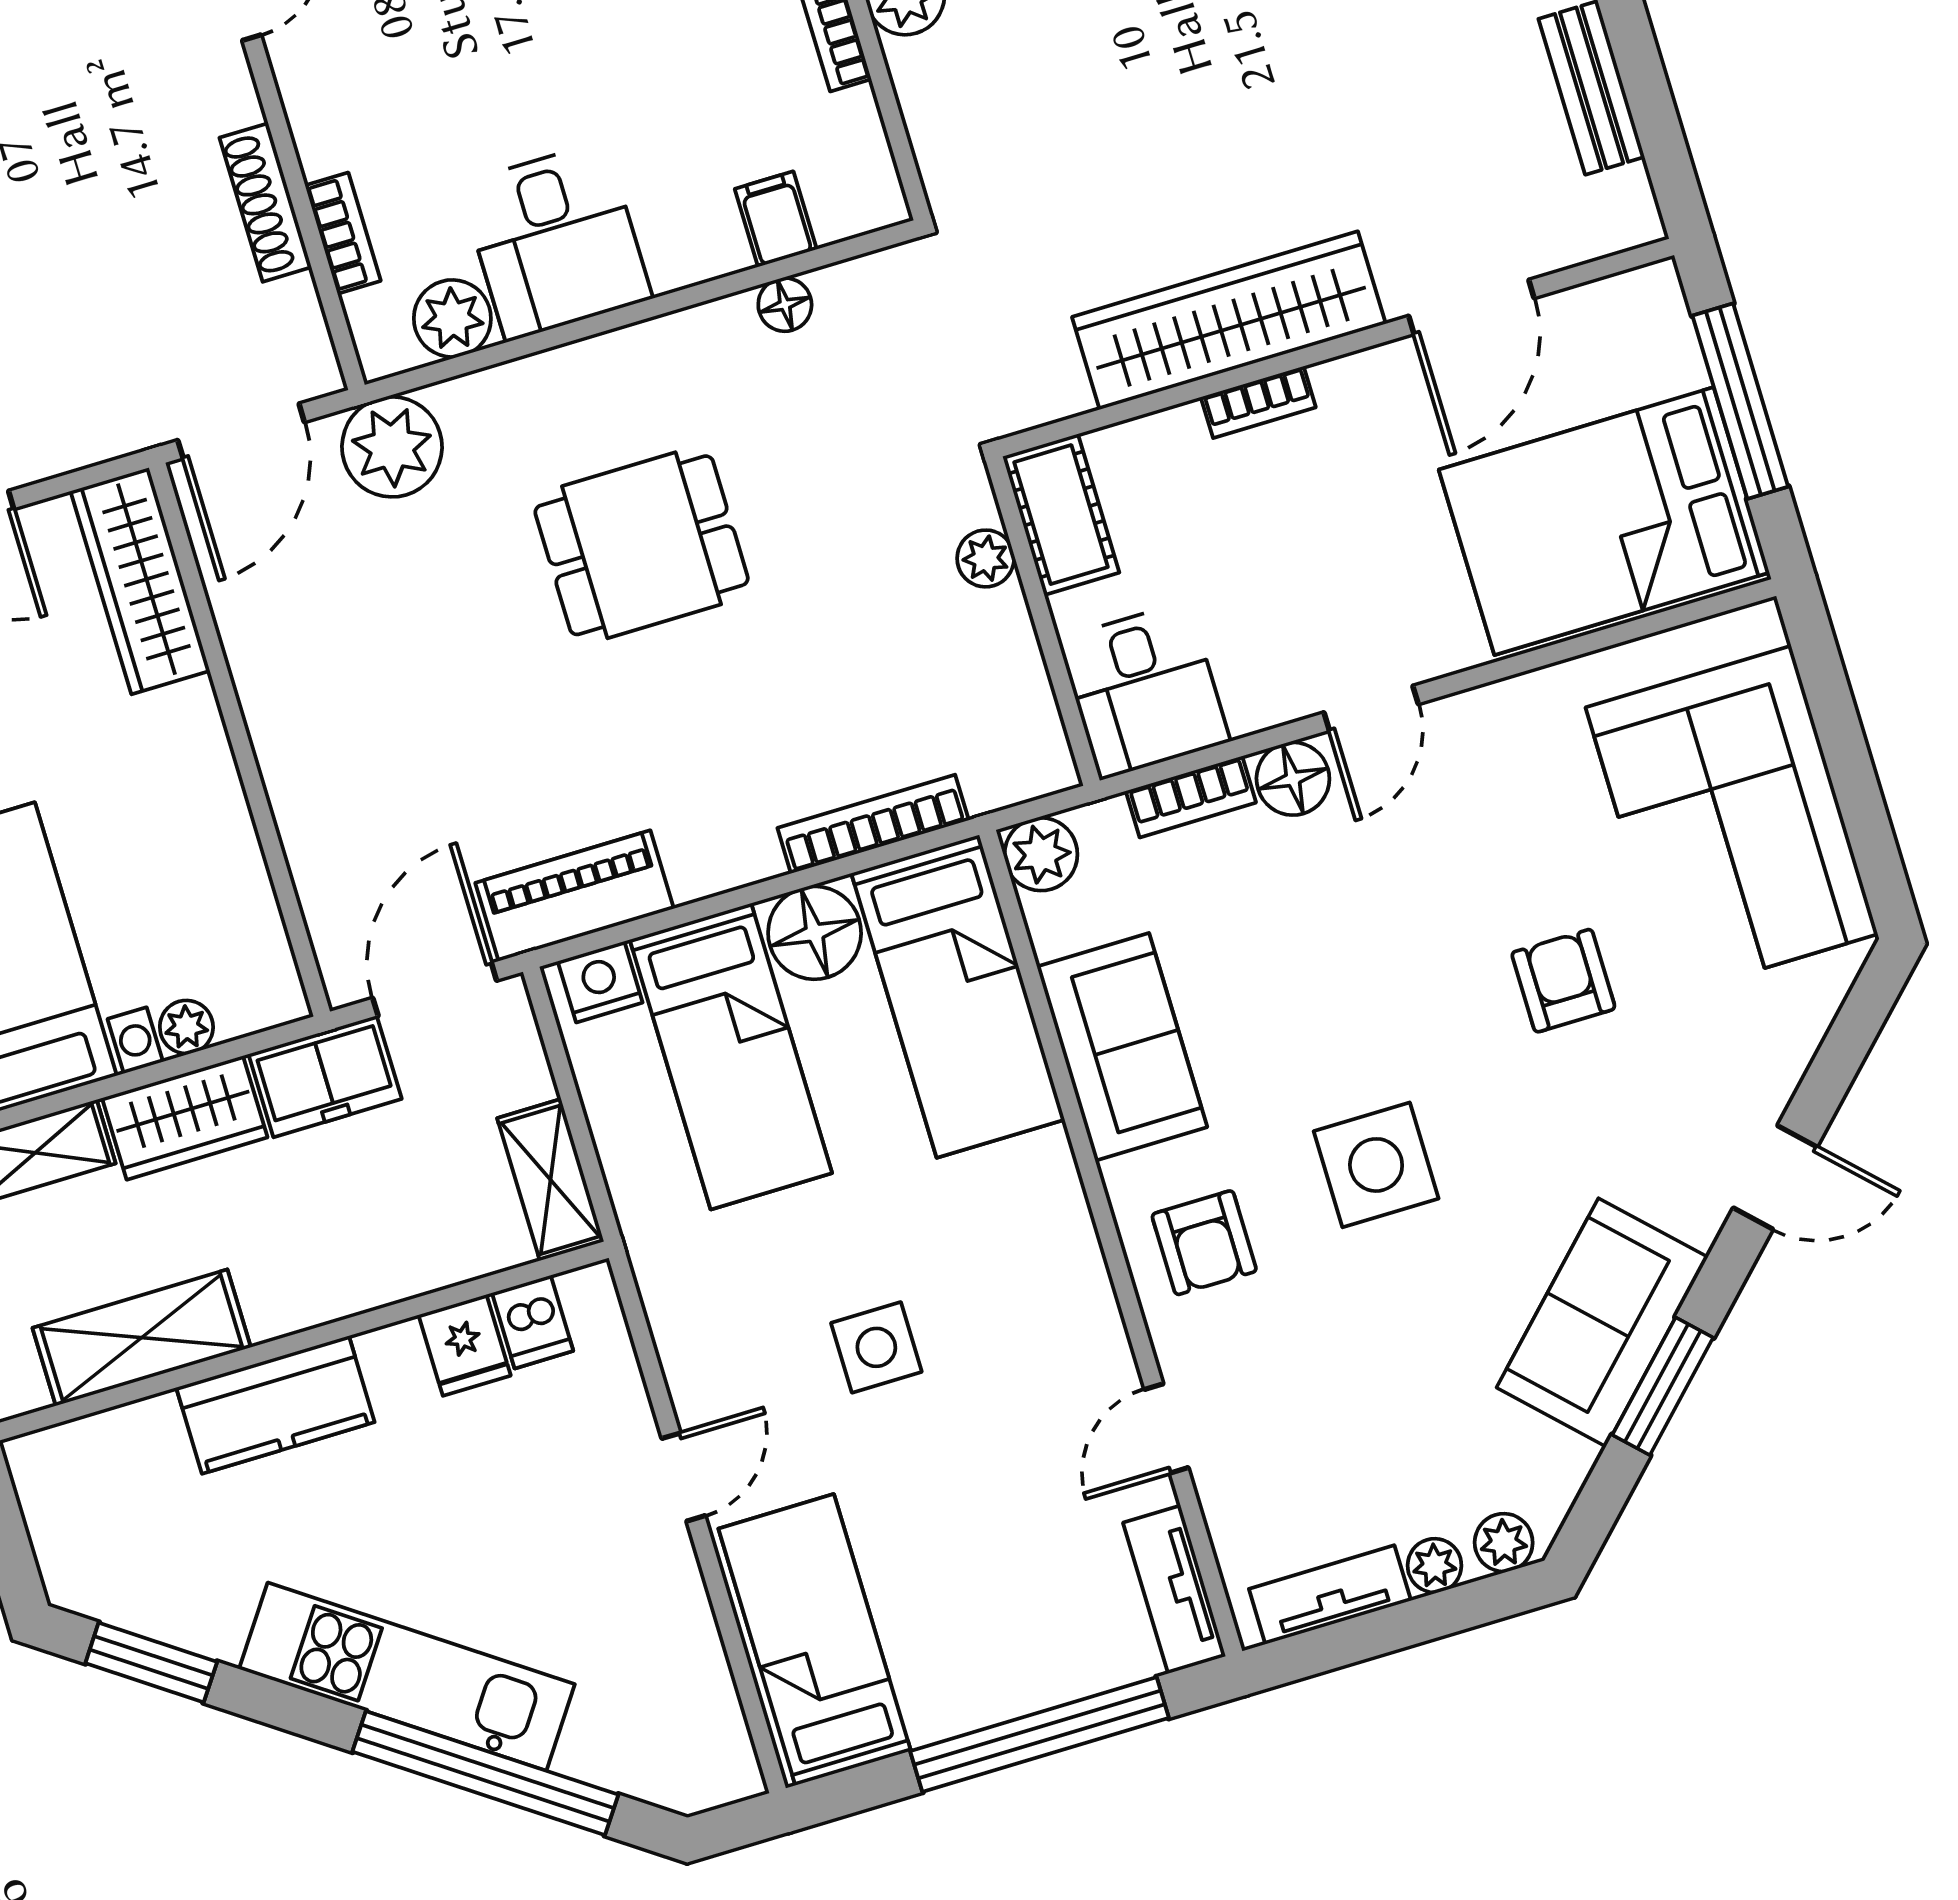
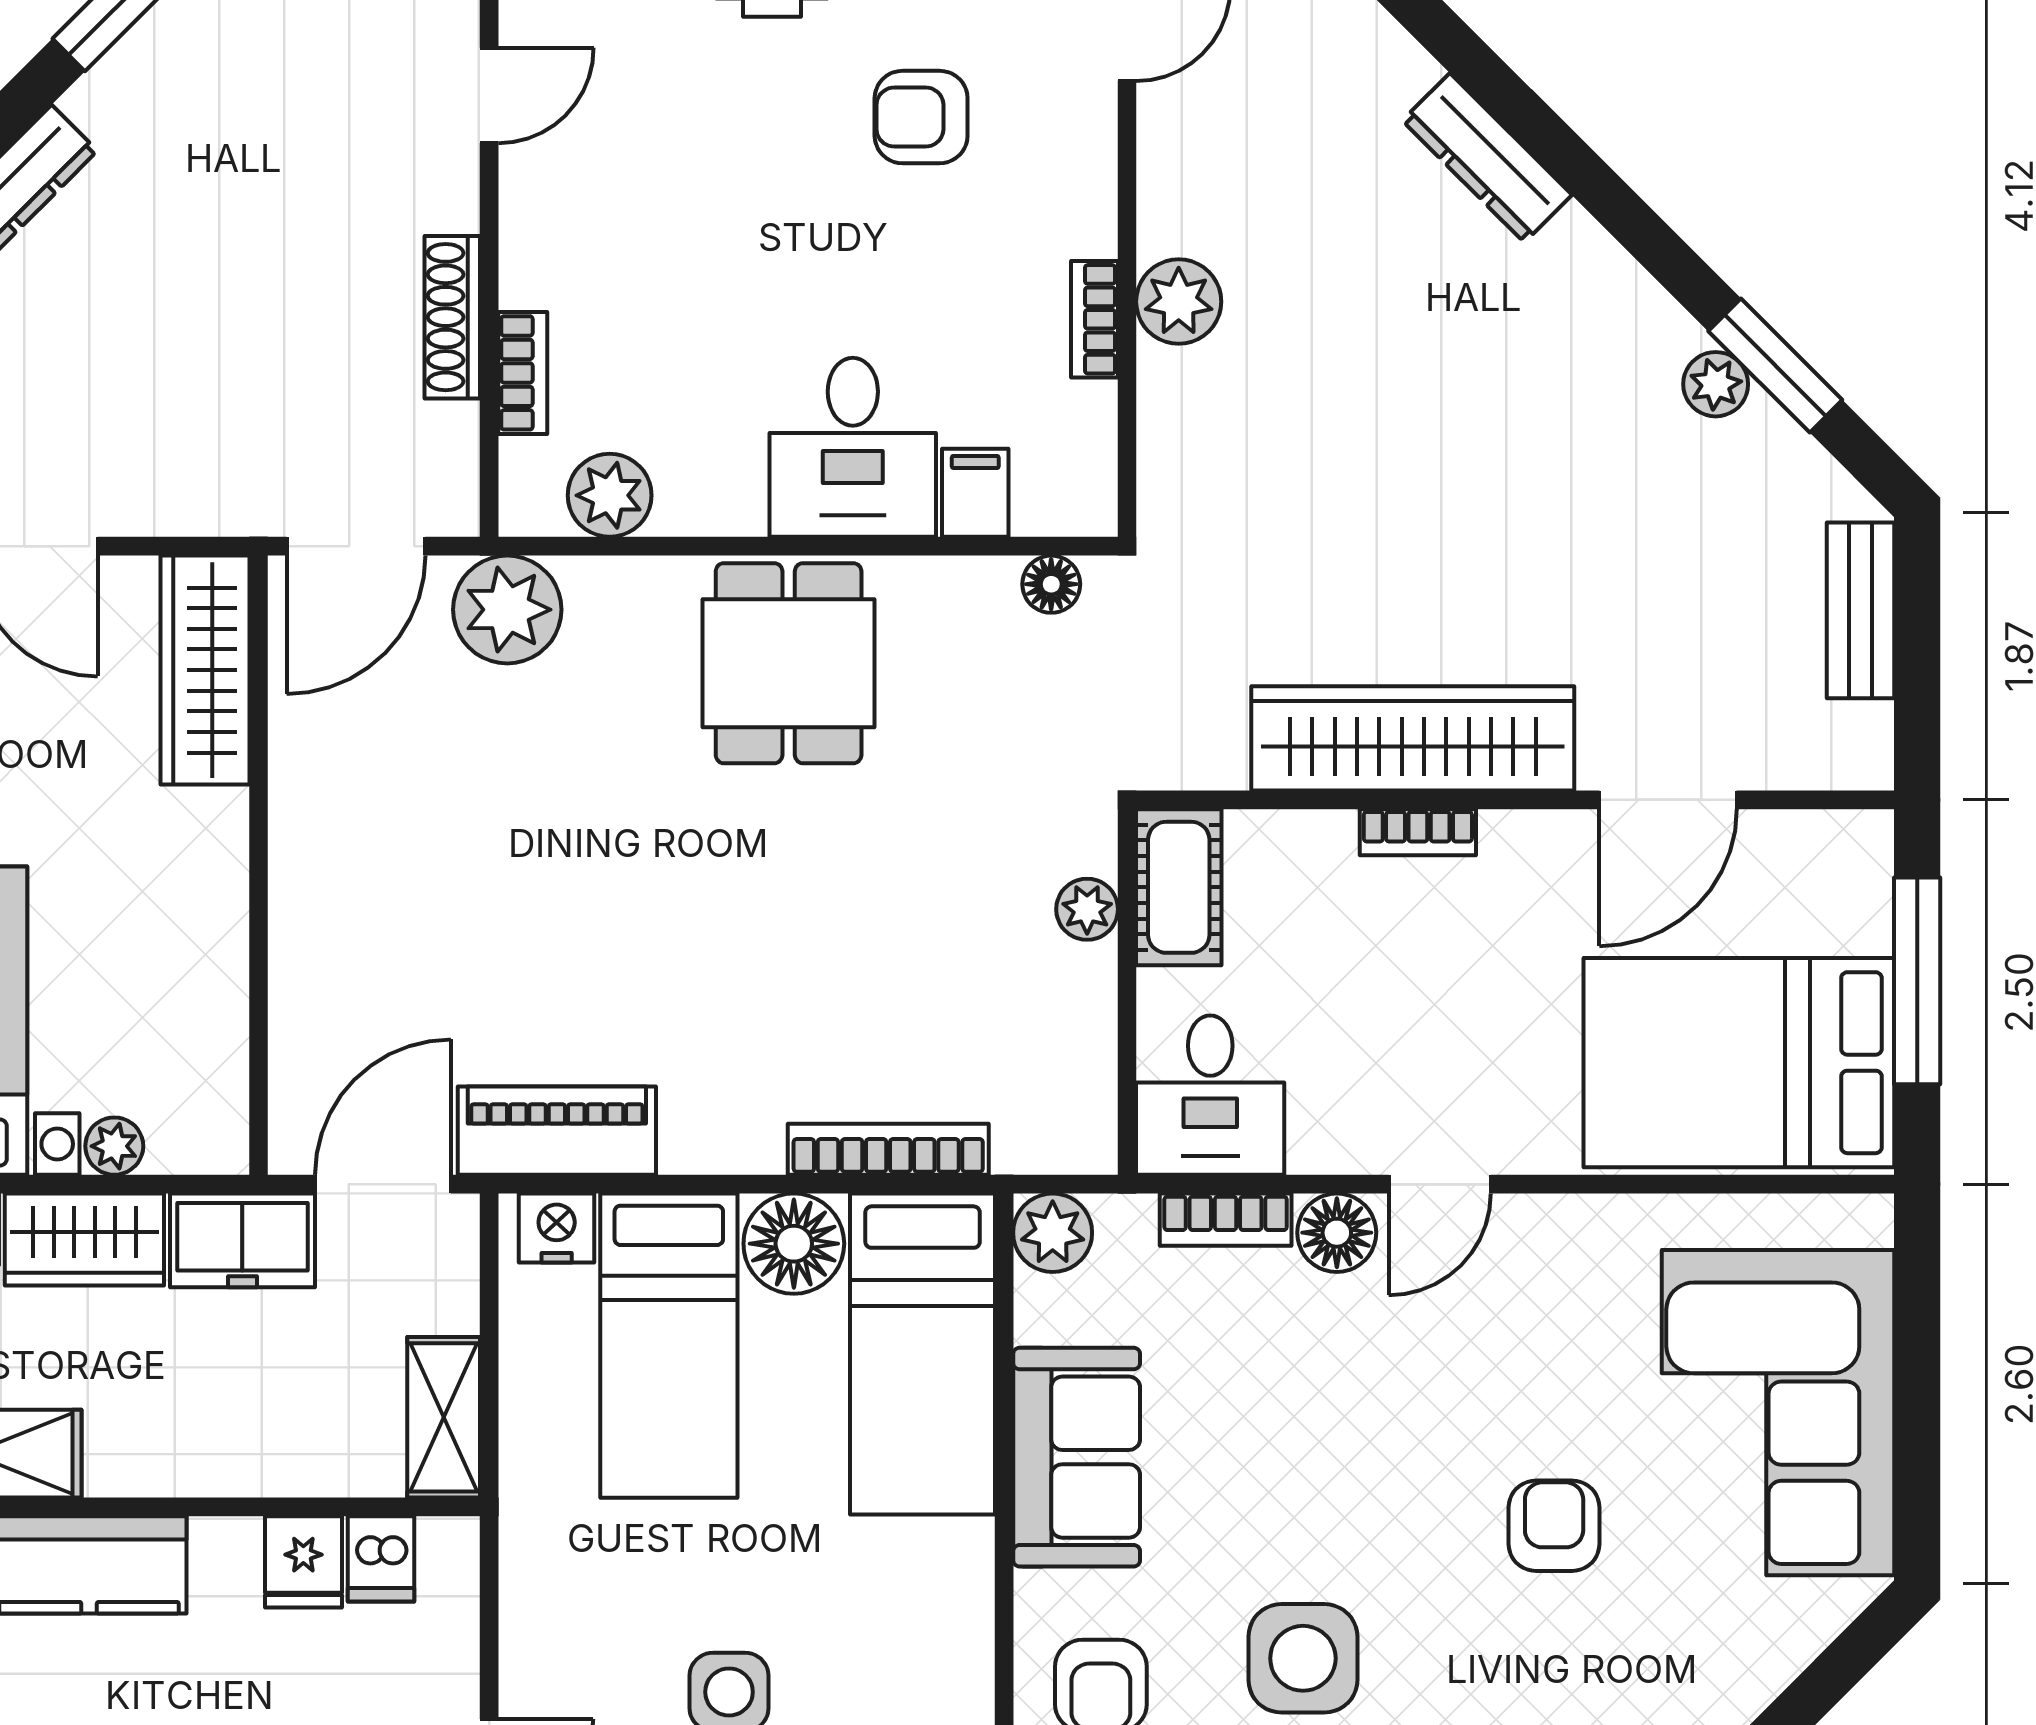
desk: (556, 241) -> (853, 447), moved
floor lamp: (785, 305) -> (1051, 584), moved
dining table: (642, 545) -> (789, 663), moved, turned 90

